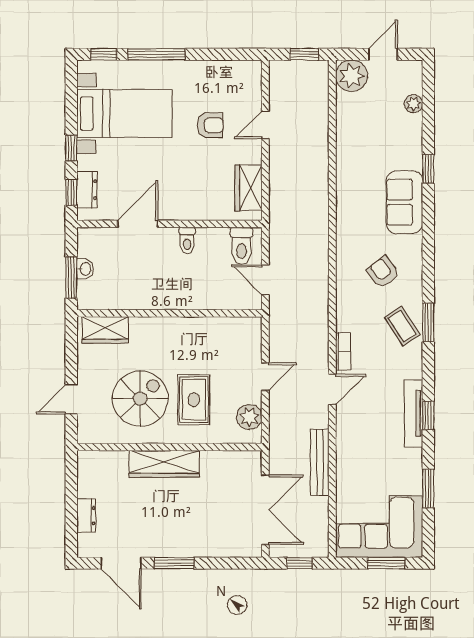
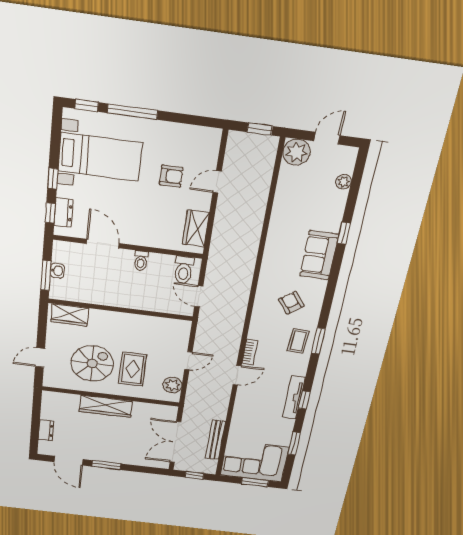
door: (138, 224) -> (103, 244), hinge flipped
coffee table: (402, 326) -> (298, 341), turned 36
bench: (320, 462) -> (215, 440), moved
double door: (265, 510) -> (175, 442), swing flipped

